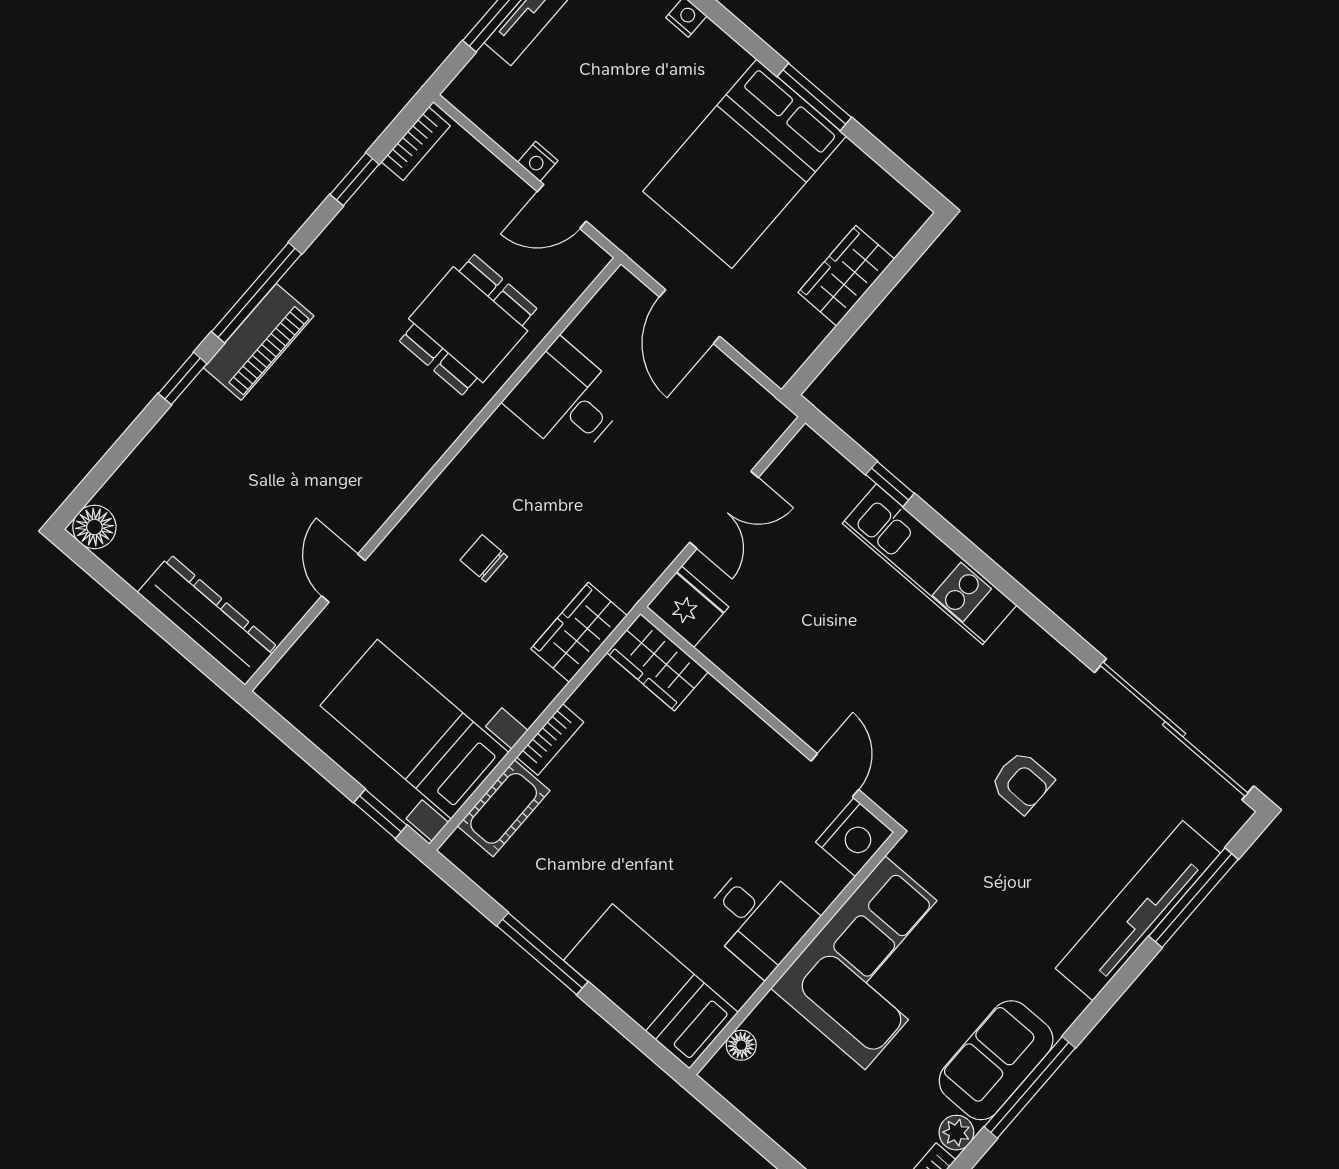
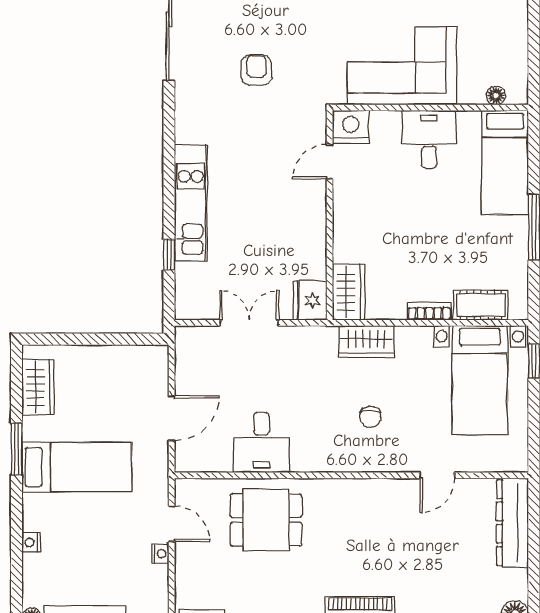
bed: (744, 164) -> (77, 467), width x0.67
wardrobe: (846, 276) -> (38, 387), moved, turned -90

